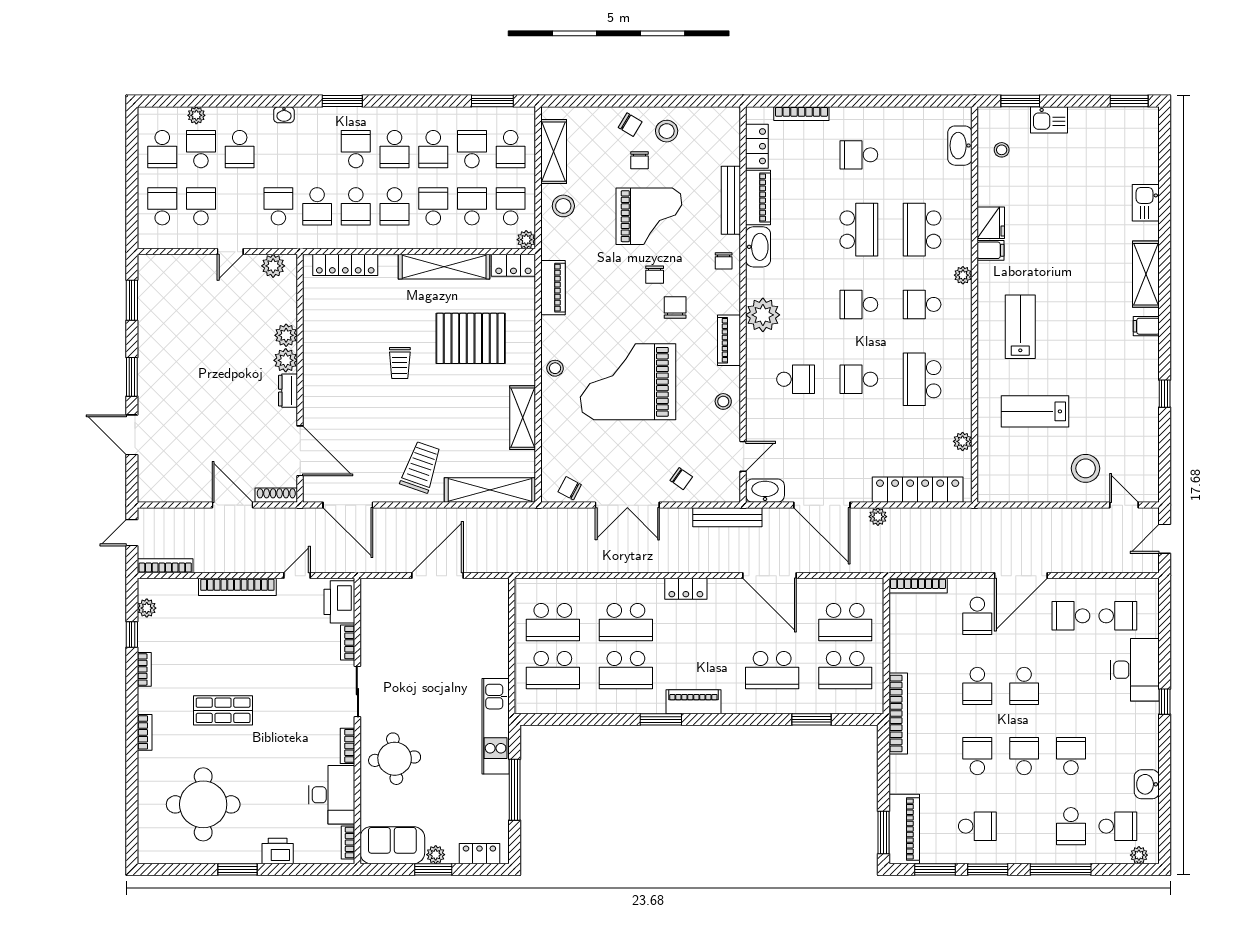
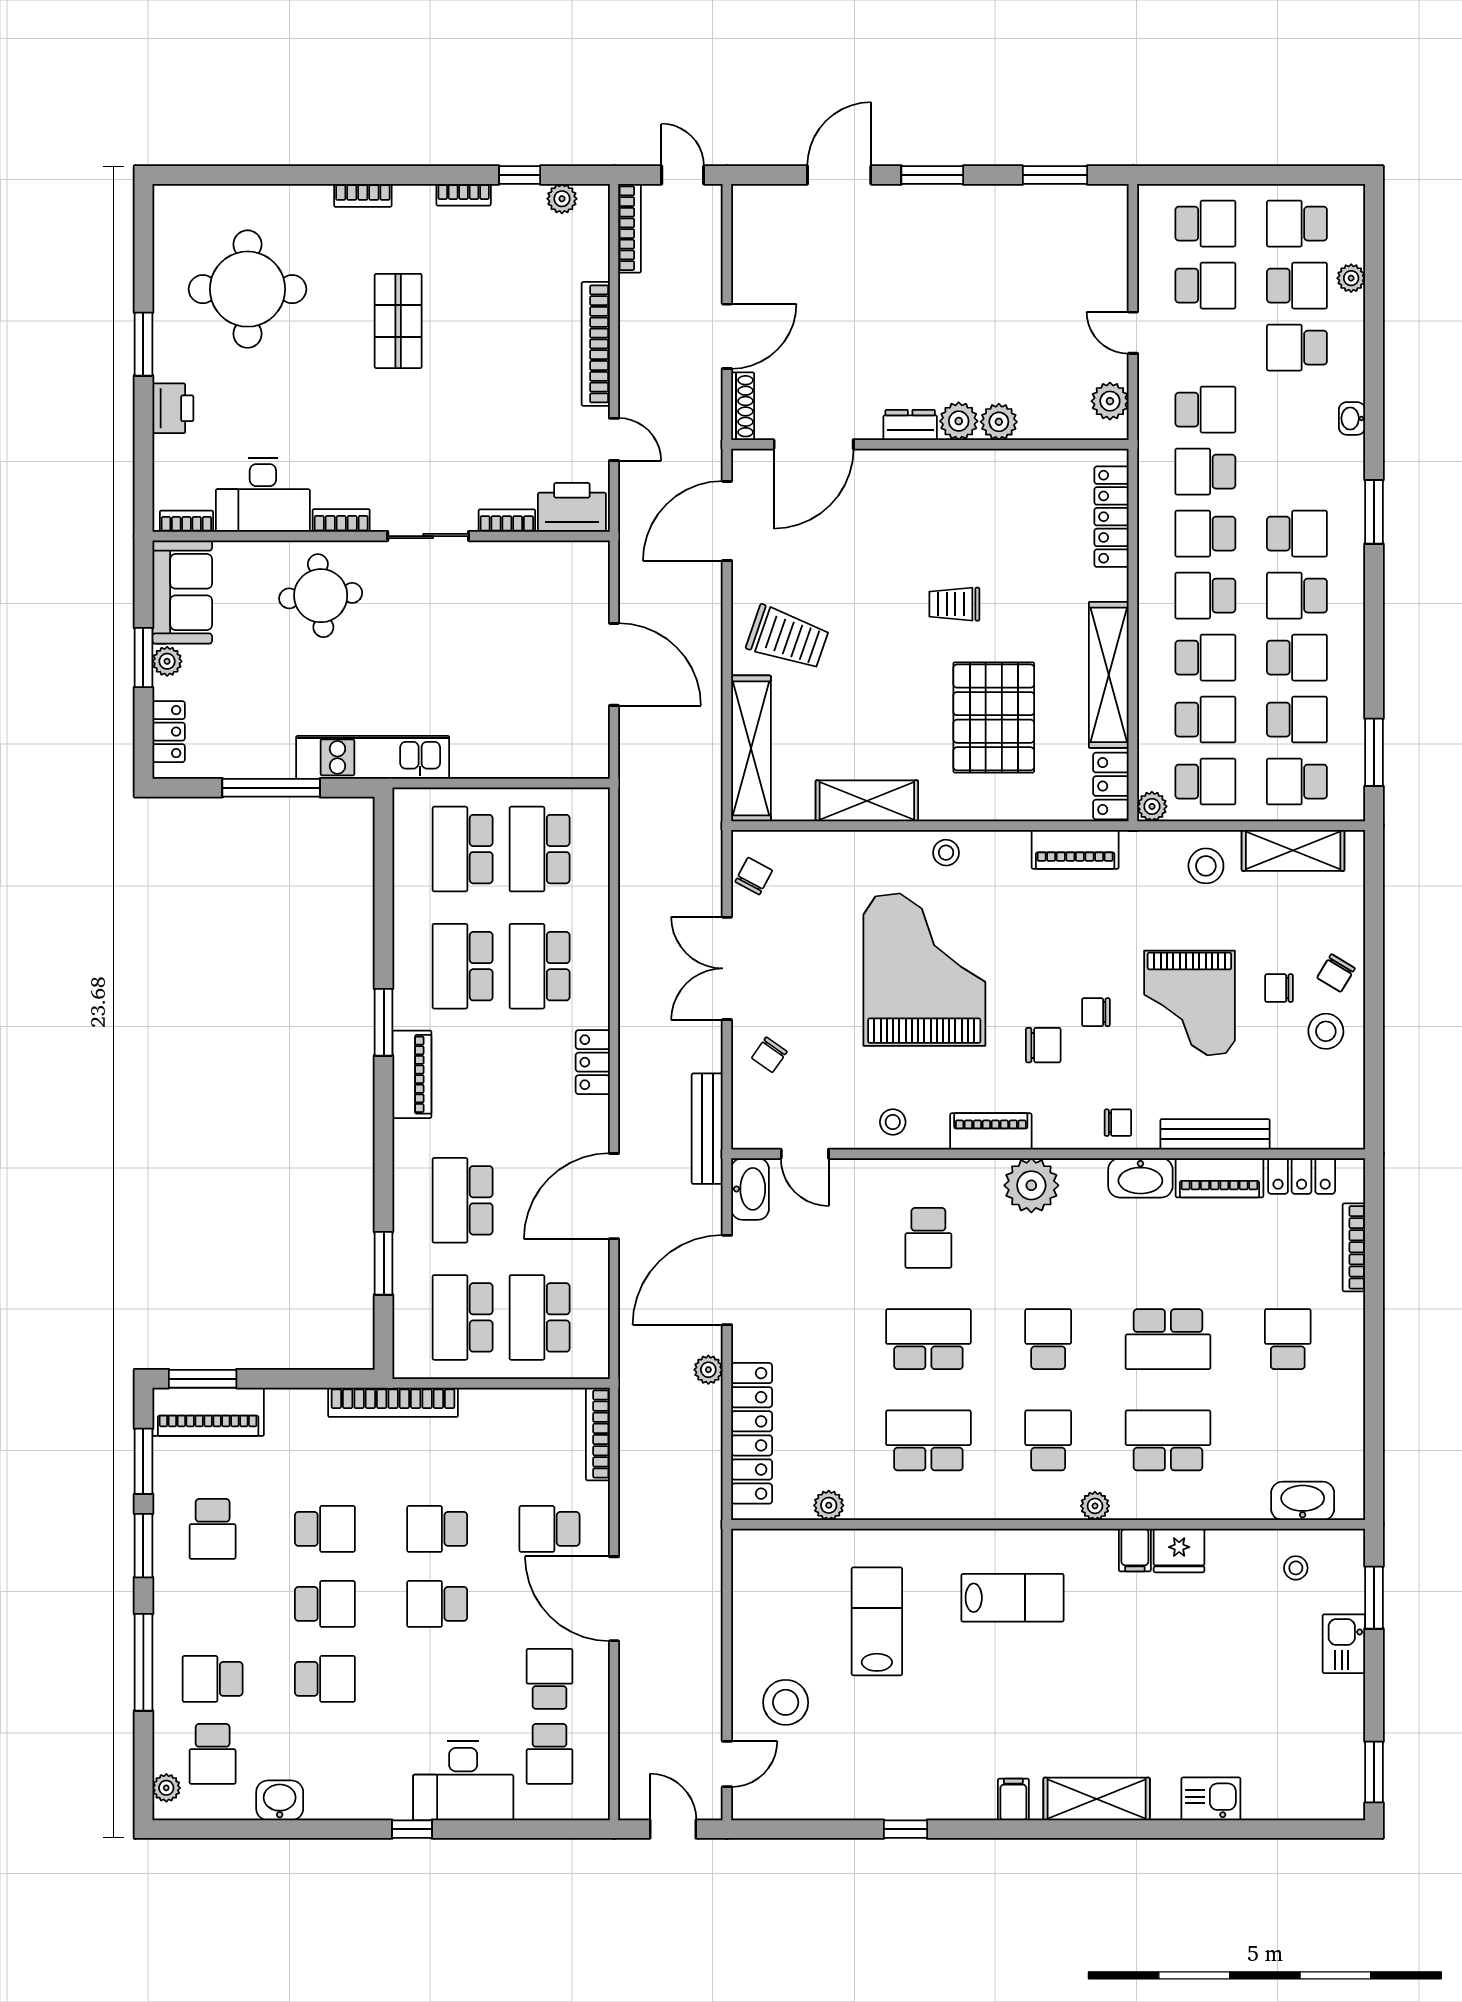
school desk: (433, 149) -> (1297, 658), turned 180
chair: (724, 261) -> (1118, 1123), turned 180
school desk: (859, 379) -> (928, 1339), width x1.85

